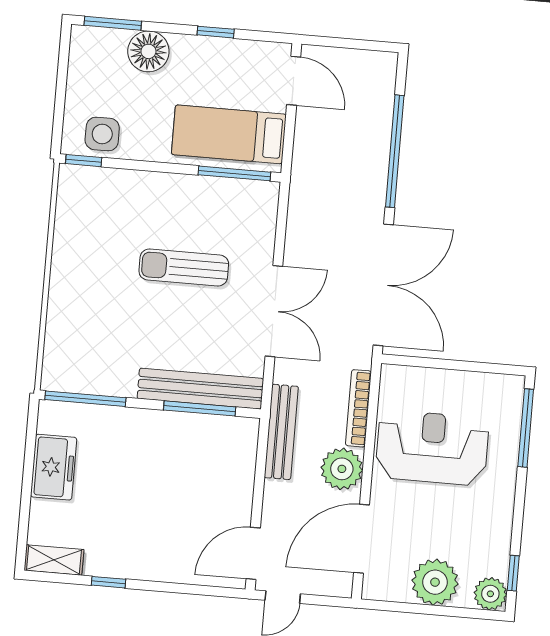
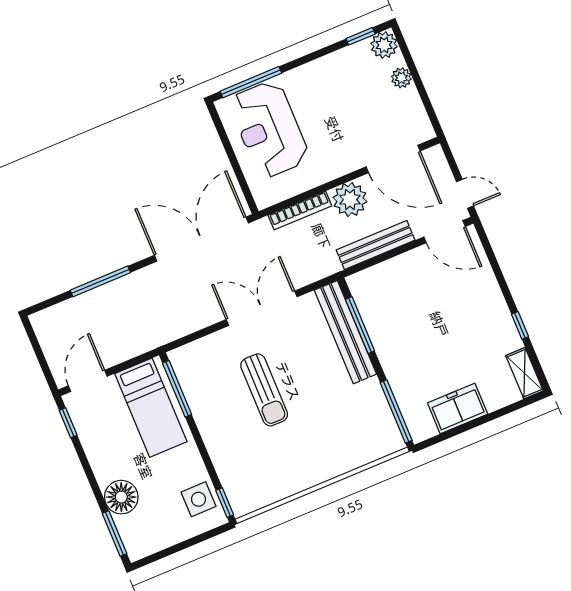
window: (216, 32) -> (68, 423), moved
window: (395, 151) -> (100, 281), width x0.68
bench: (281, 432) -> (376, 245), moved
reception desk: (432, 448) -> (269, 129), moved
plant: (435, 582) -> (401, 78), width x0.53, depth x0.53

